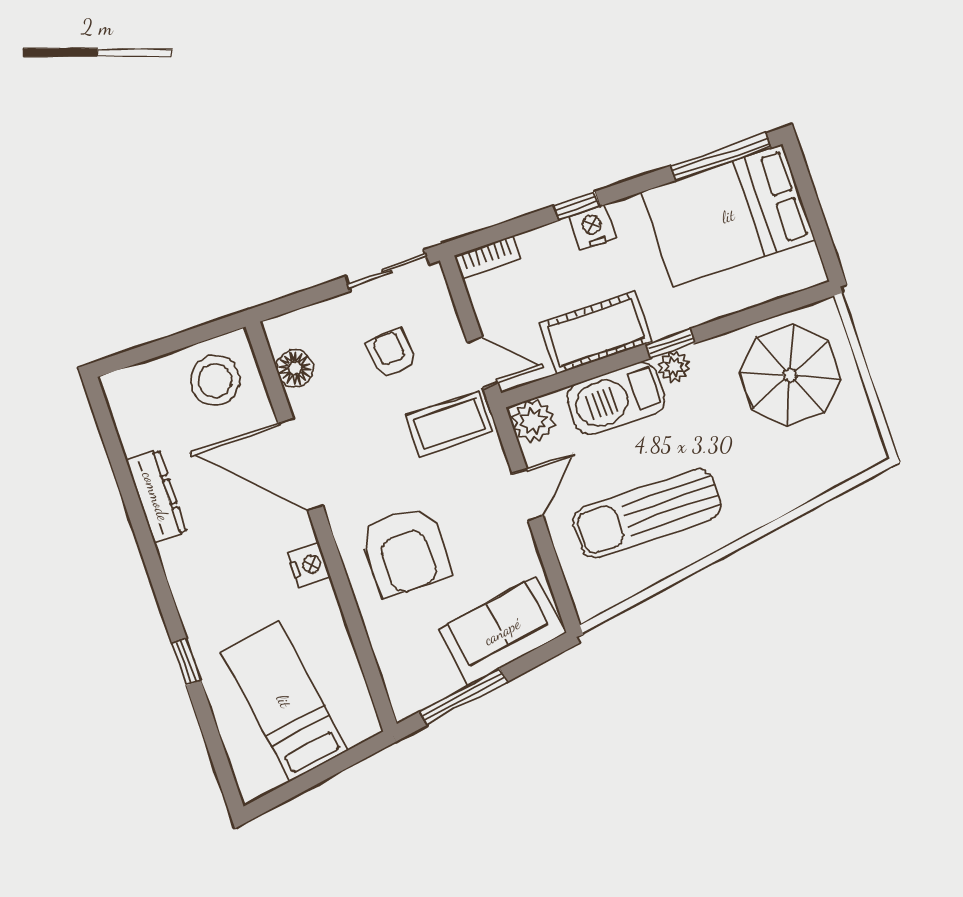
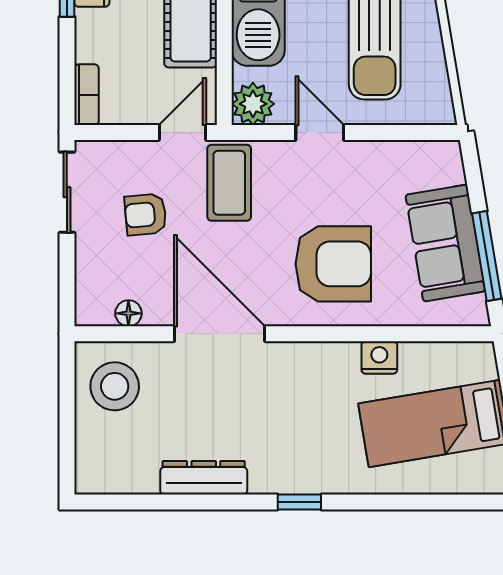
floor lamp: (295, 368) -> (128, 313), width x0.73, depth x0.73
door: (300, 464) -> (220, 334), swing flipped
nightstand: (309, 565) -> (379, 357), moved
sofa: (502, 631) -> (445, 243), moved
window: (186, 662) -> (299, 502), moved

